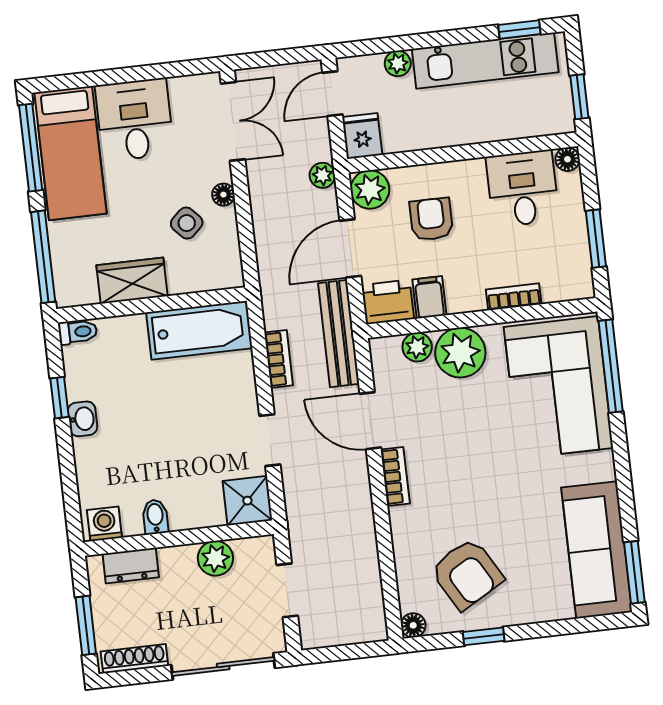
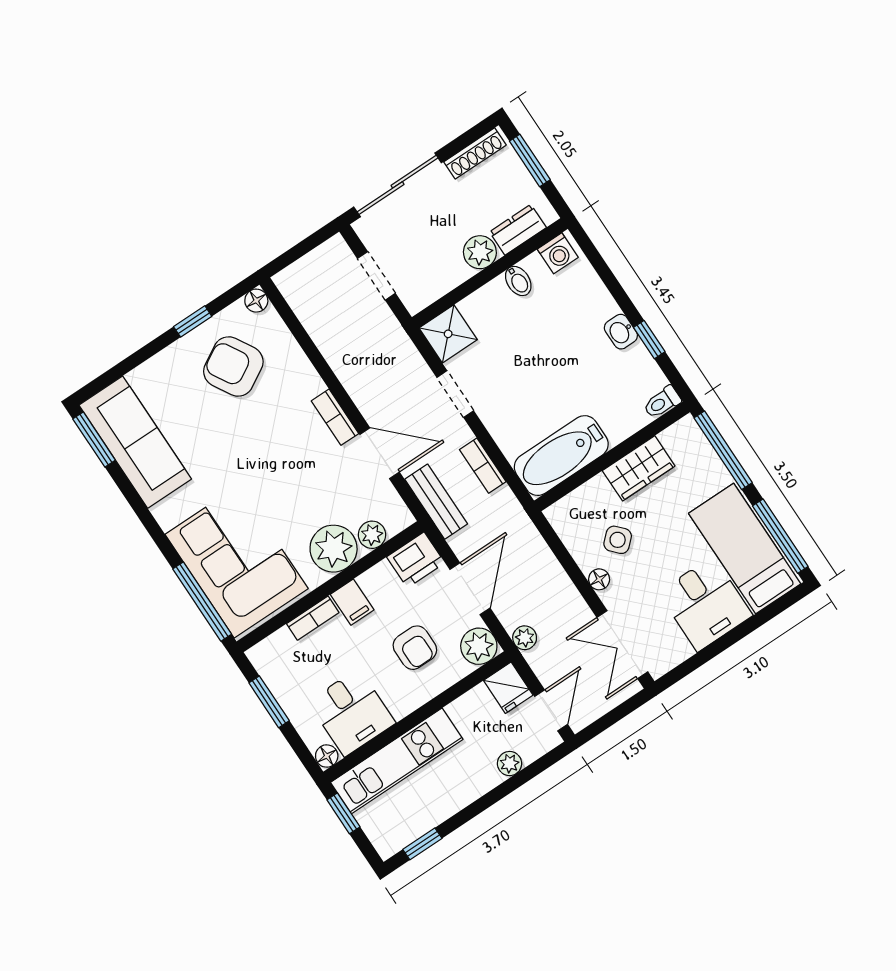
kitchen unit: (485, 61) -> (397, 761), moved, turned 180
filing cabinet: (429, 297) -> (352, 602), moved
bench: (339, 334) -> (436, 502), width x0.73
plant: (215, 558) -> (480, 252), moved

